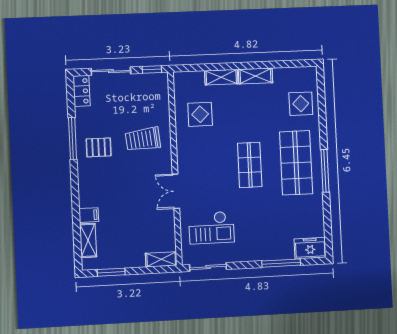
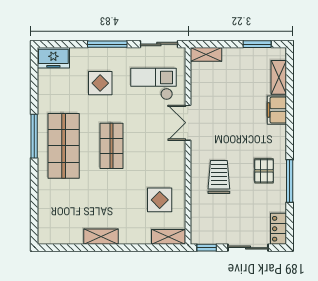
shelving: (221, 77) -> (168, 237), moved
display table: (301, 104) -> (100, 83), moved
trolley: (143, 139) -> (219, 177), turned -84
pallet: (99, 147) -> (264, 171), turned 90
double door: (176, 191) -> (188, 123), swing flipped
filing cabinet: (89, 215) -> (277, 110), width x2.00
window: (281, 263) -> (107, 44), moved

